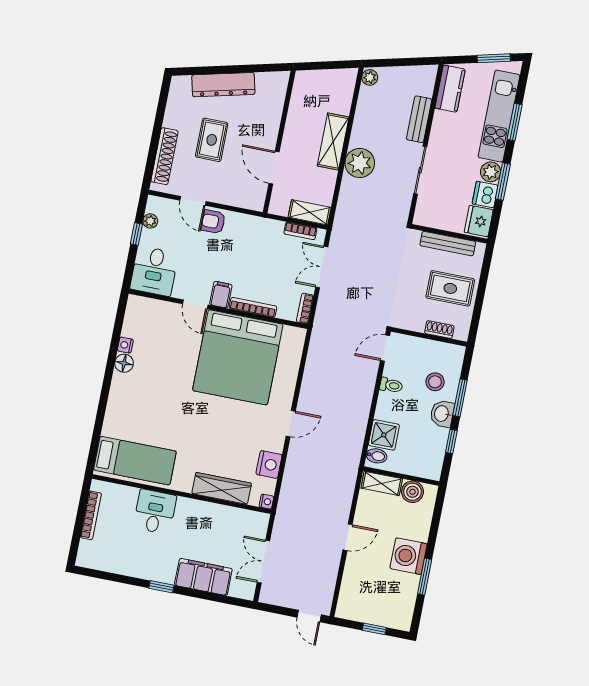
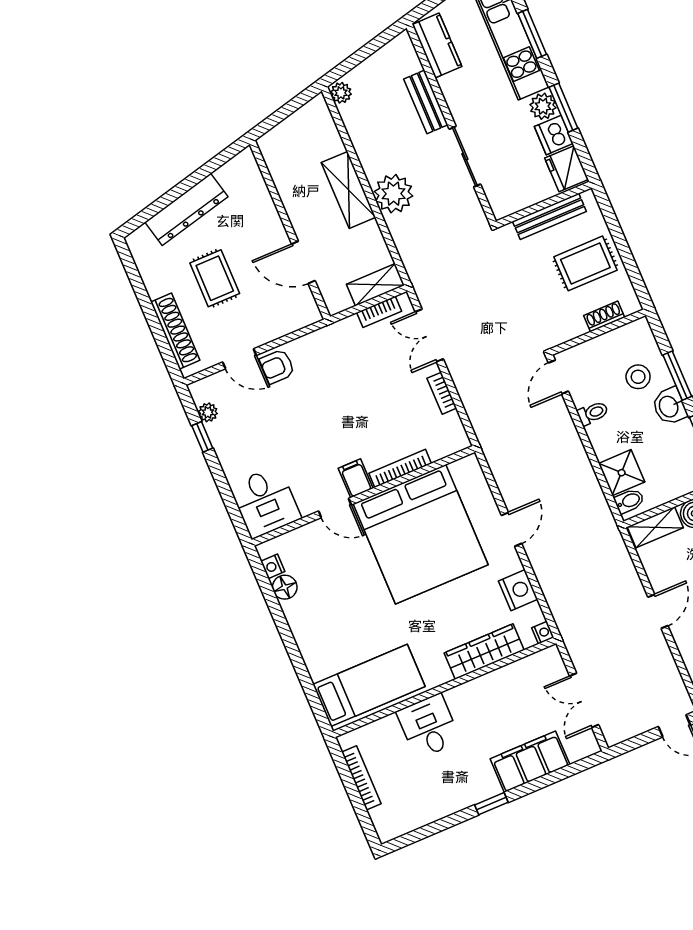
desk: (154, 271) -> (265, 502), moved
filing cabinet: (221, 295) -> (356, 478), moved
door: (195, 304) -> (335, 508), moved
bookcase: (253, 307) -> (400, 468), moved
wall: (218, 309) -> (363, 496), moved
bed: (238, 357) -> (421, 534), moved

